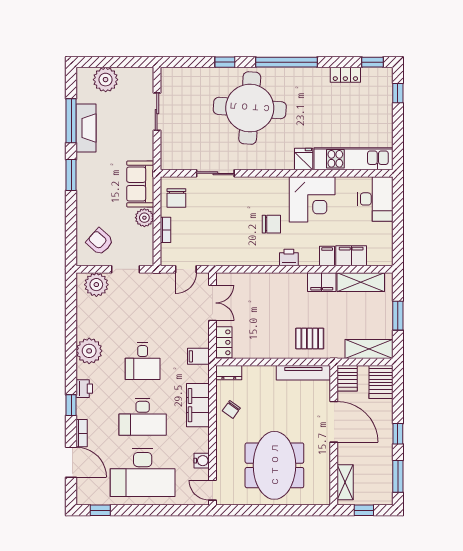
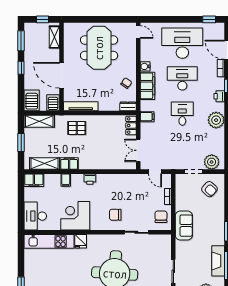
plant: (144, 218) -> (181, 204), removed
chair: (271, 224) -> (115, 215), moved
filing cabinet: (351, 256) -> (34, 180), moved
door: (186, 269) -> (155, 172), swing flipped
water cooler: (202, 461) -> (145, 66), moved

